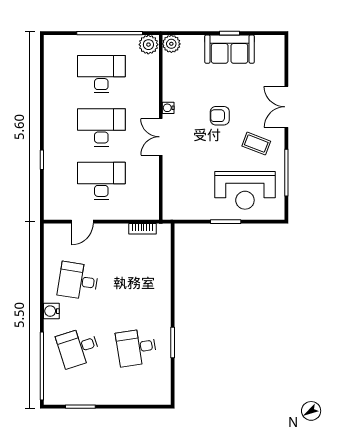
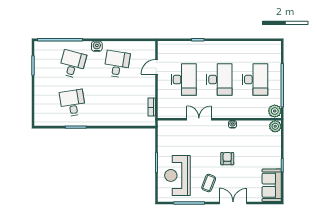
sofa: (230, 49) -> (272, 185), moved
double door: (161, 137) -> (199, 119), moved
door: (82, 222) -> (156, 67), hinge flipped
desk: (78, 347) -> (73, 64), turned 33

